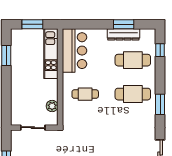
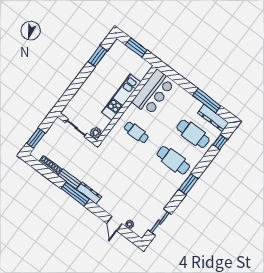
window: (124, 24) -> (207, 101), width x1.44
dresser: (123, 34) -> (213, 118), moved
kitchen unit: (51, 54) -> (121, 97), moved
plant: (52, 106) -> (96, 133), moved

